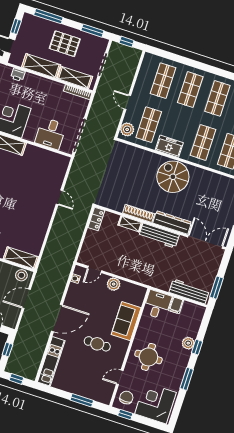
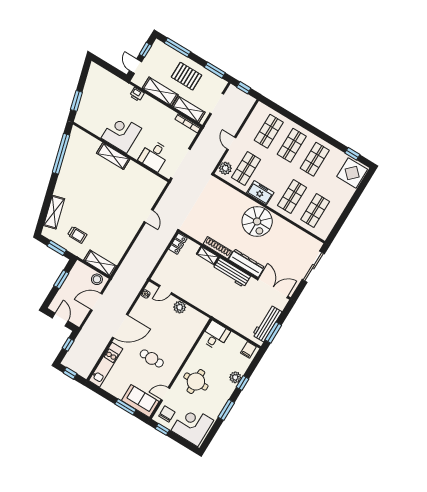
spiral stairs: (173, 177) -> (257, 221), turned 180
workbench: (189, 291) -> (267, 323), moved, turned -90
filing cabinet: (176, 305) -> (248, 350), moved
sofa: (126, 321) -> (140, 401), moved, turned 90

